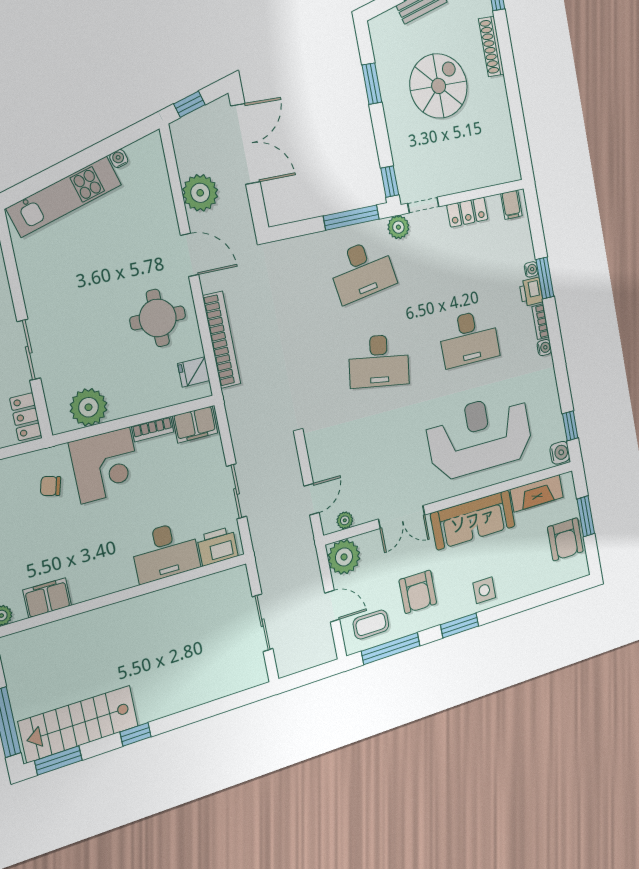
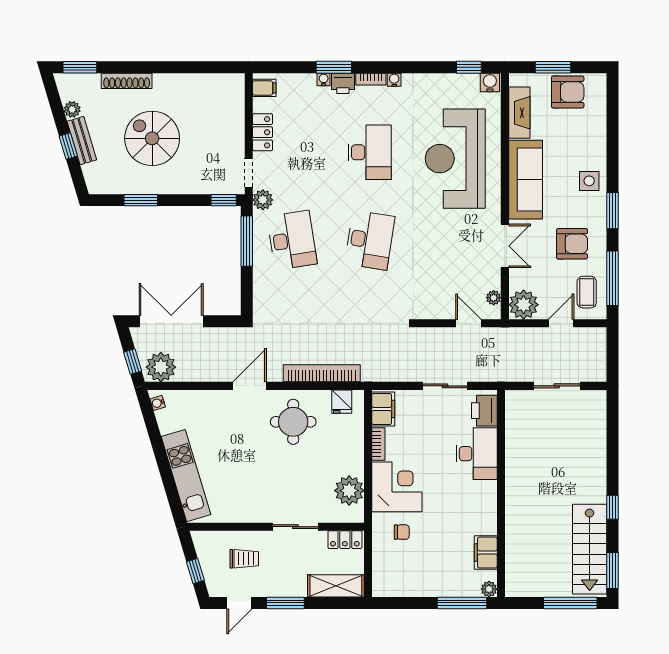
water cooler: (119, 159) -> (158, 403), moved
plant: (200, 193) -> (161, 367), moved
chair: (51, 486) -> (402, 532), turned -105

